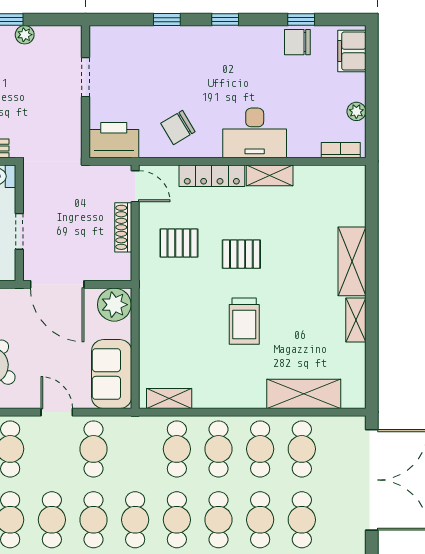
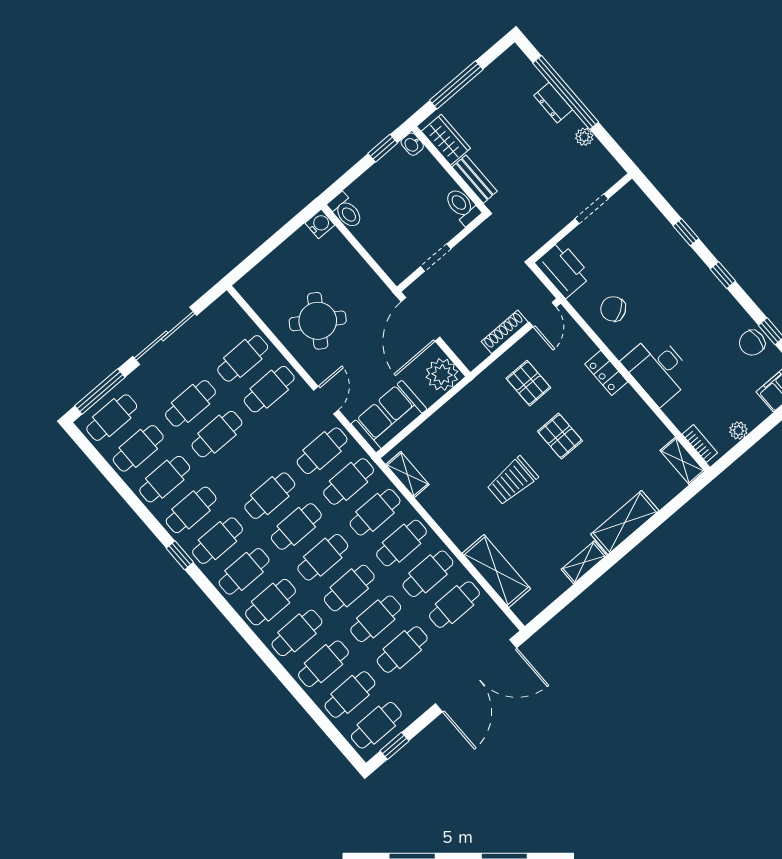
chair: (297, 42) -> (752, 343), turned -87
shelving: (270, 175) -> (682, 461), moved
locker: (212, 176) -> (606, 373), width x0.66
cafe table: (52, 520) -> (349, 481), moved

